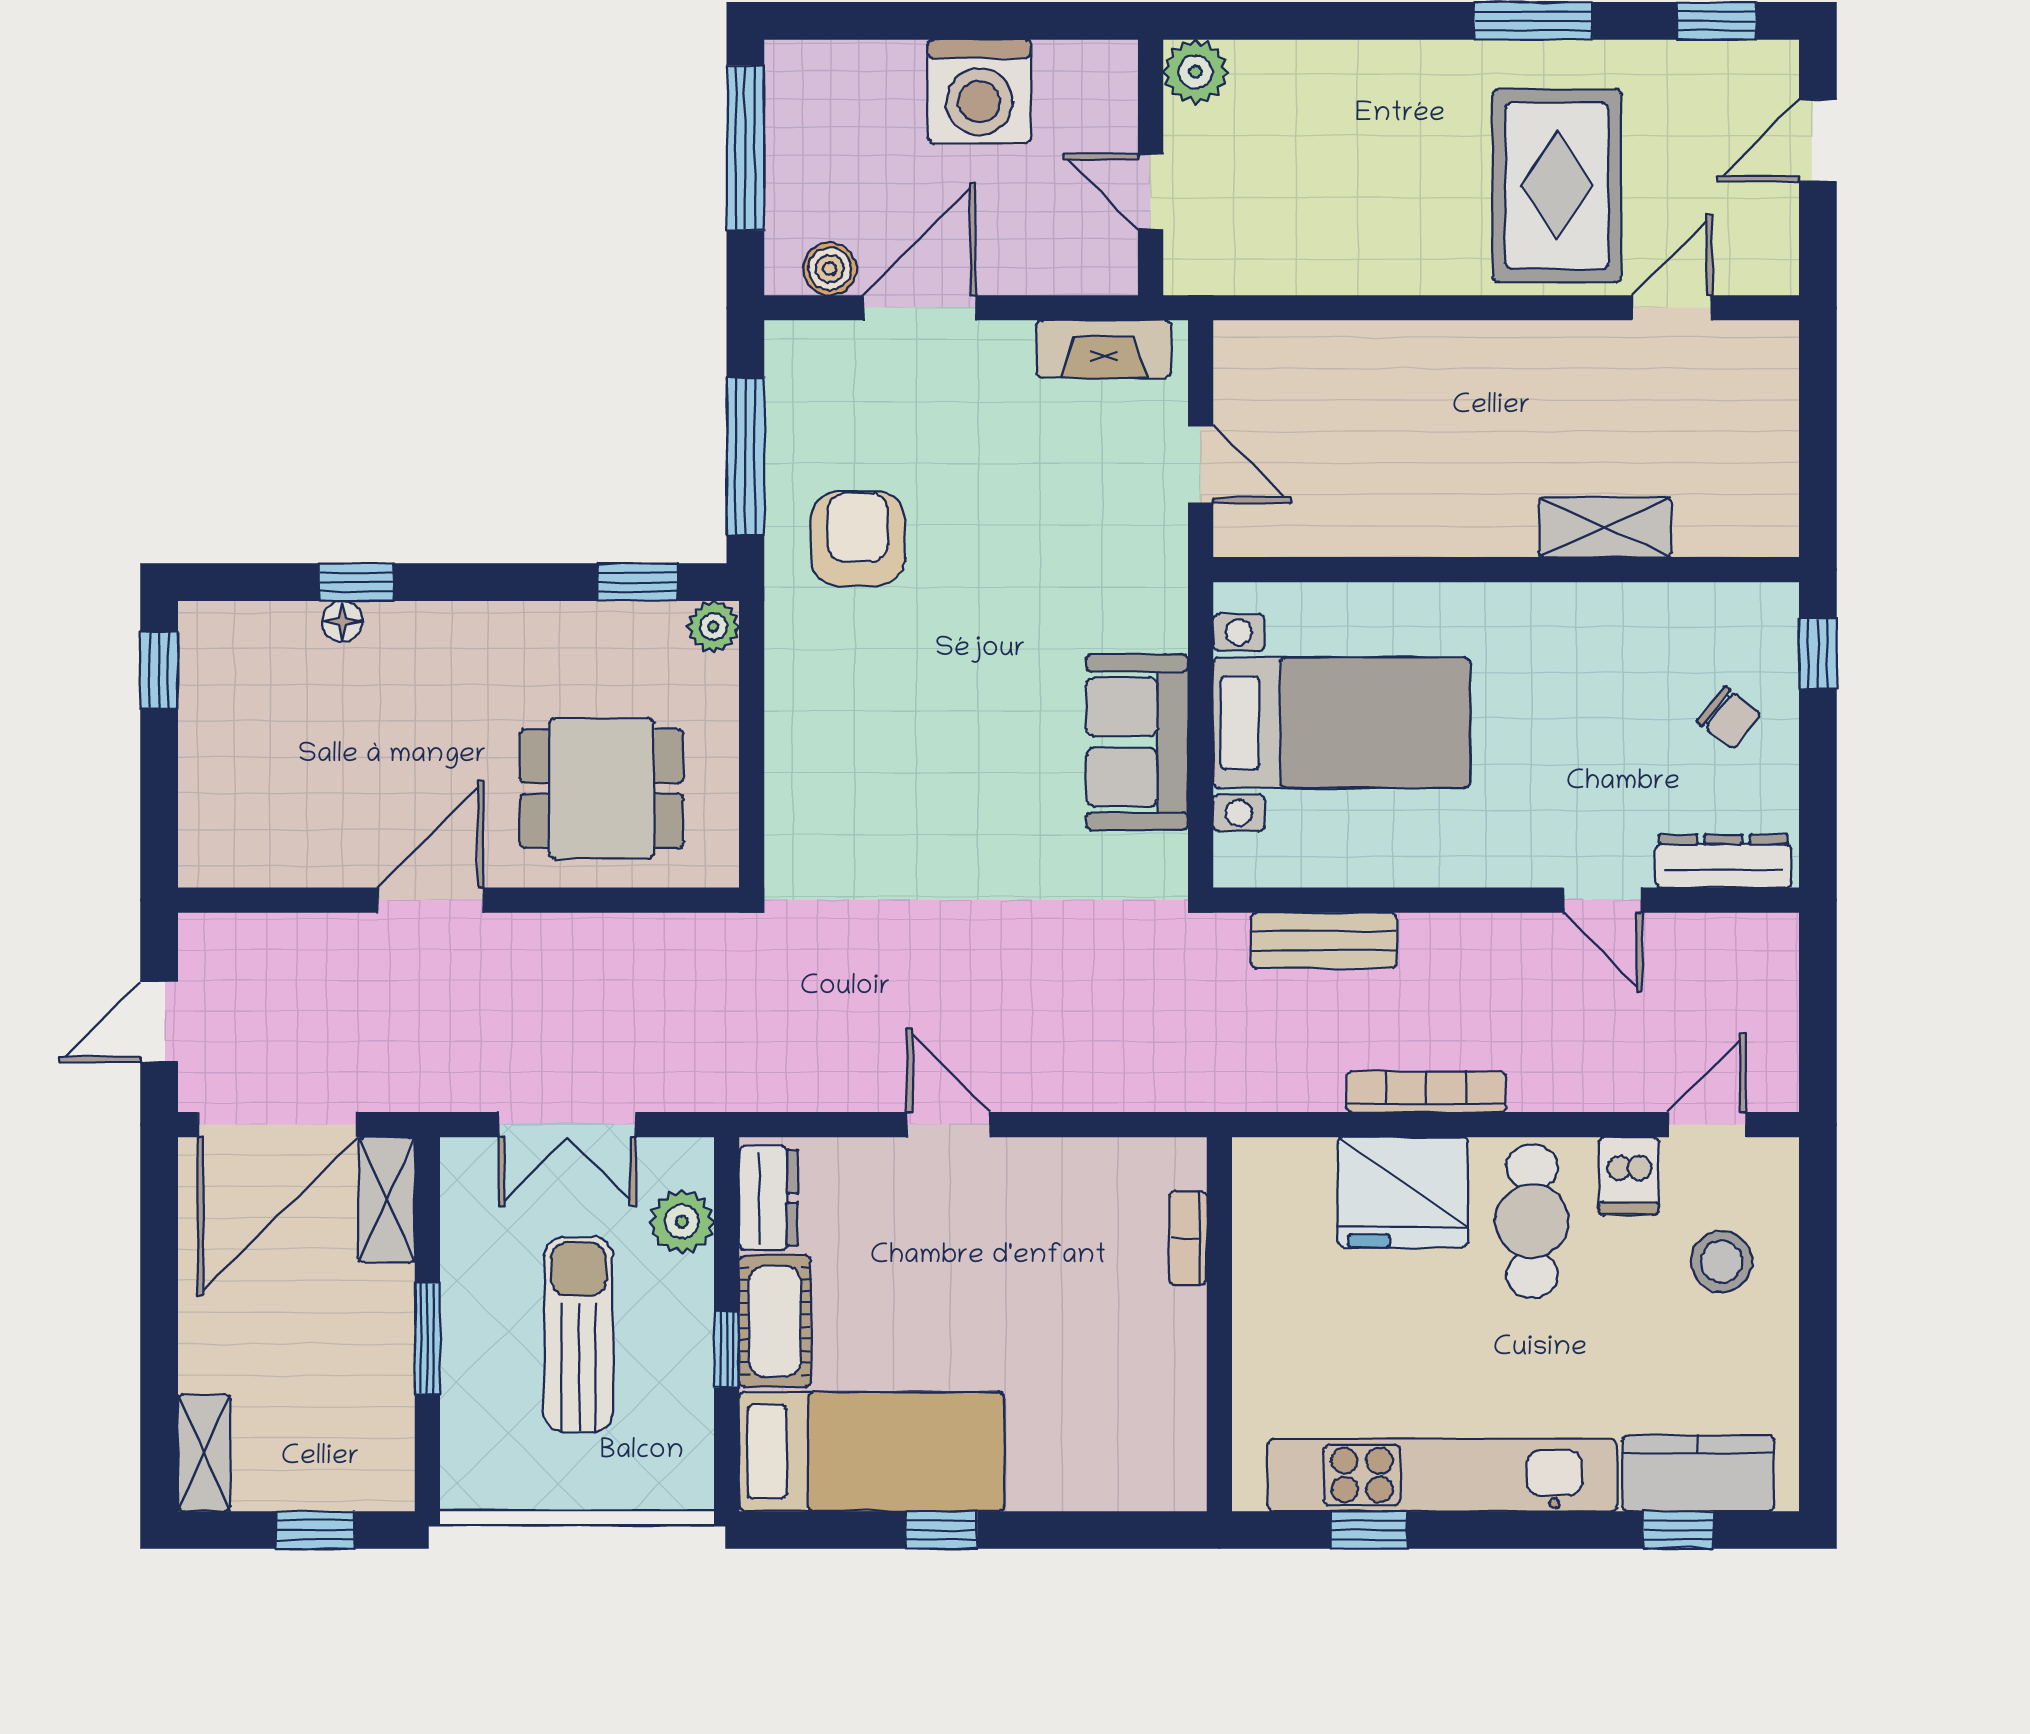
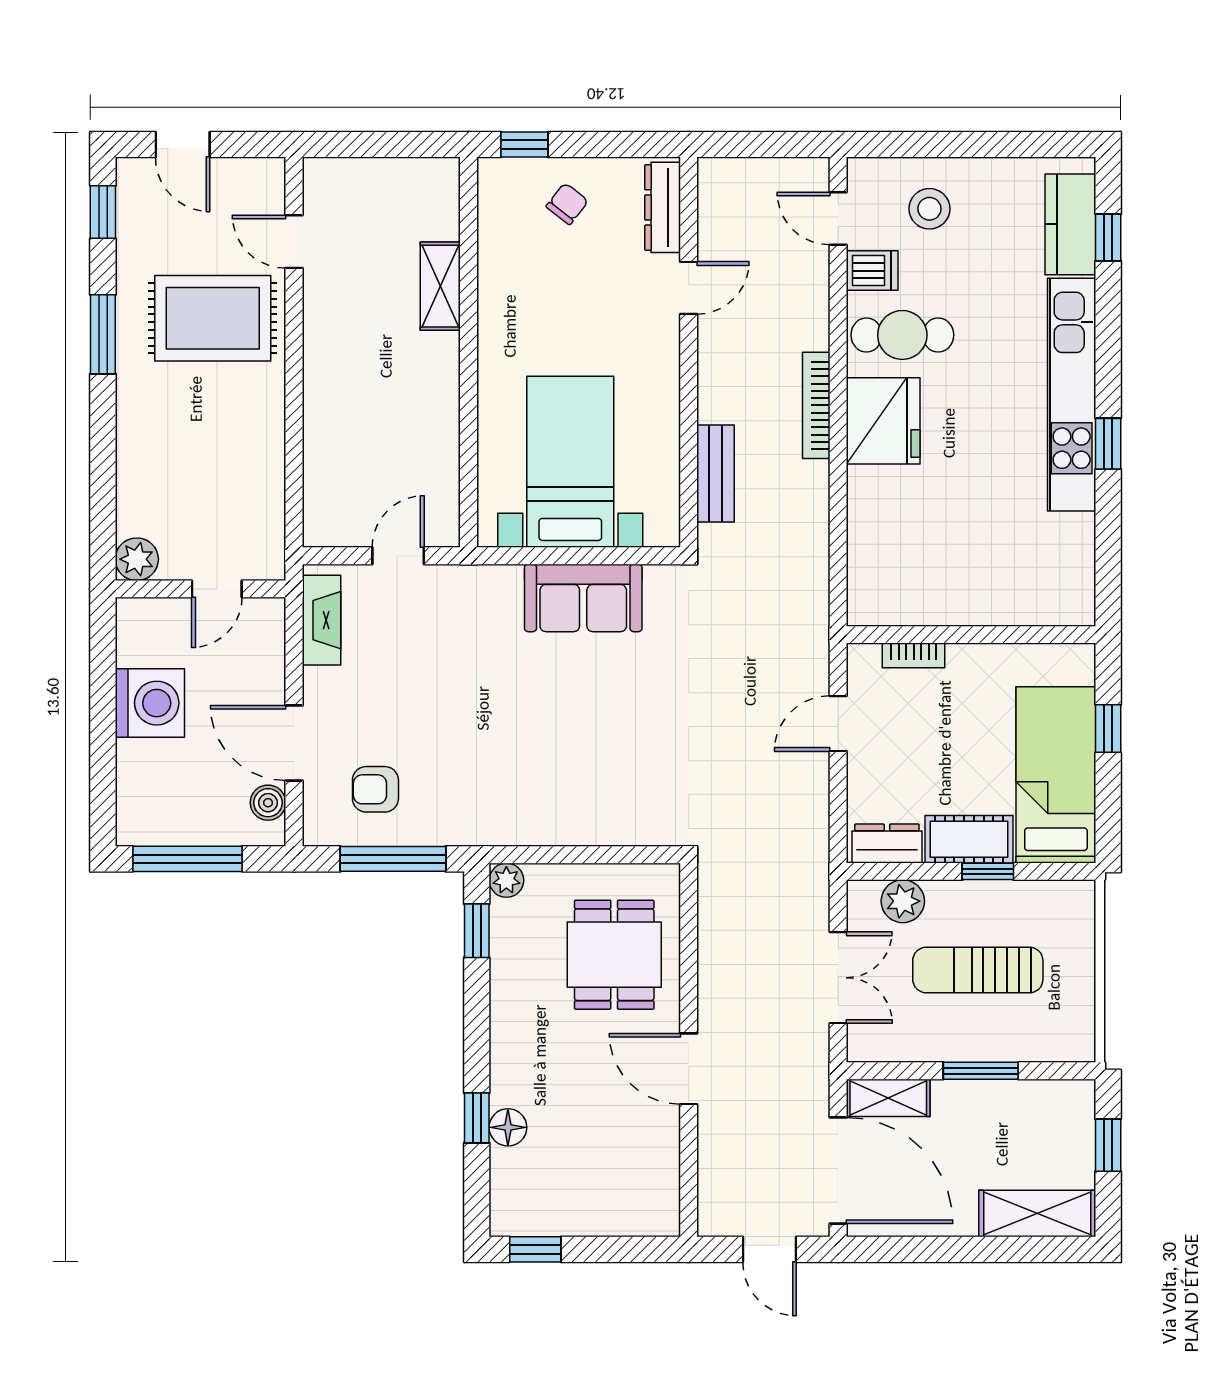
armchair: (858, 539) -> (375, 789), moved, width x0.72, depth x0.72
floor lamp: (342, 621) -> (508, 1127), width x1.37, depth x1.37
bookcase: (1188, 1238) -> (914, 655), moved
wall: (1219, 1324) -> (971, 635), moved
shelving: (204, 1453) -> (1037, 1214), width x1.50, depth x1.33

